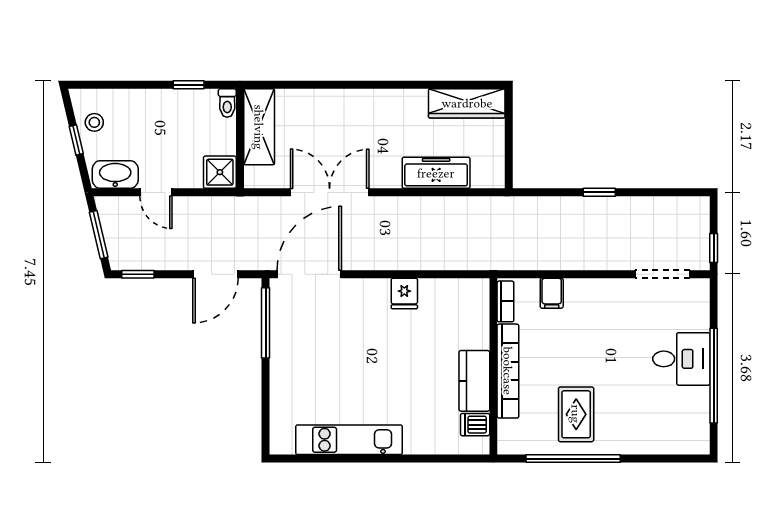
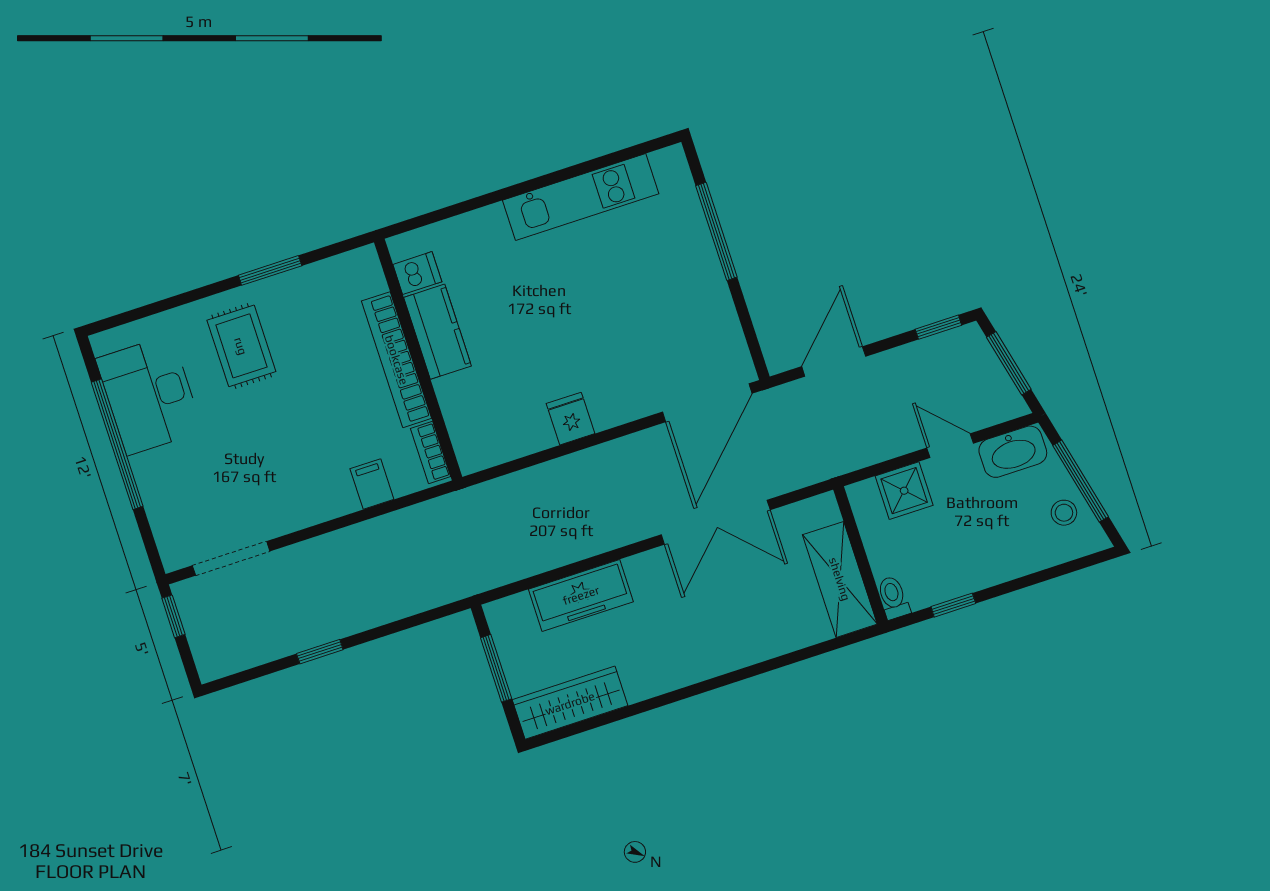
window: (76, 140) -> (1081, 481), width x2.17
window: (509, 143) -> (496, 668), added
shower: (220, 172) -> (904, 491), moved
window: (599, 192) -> (320, 652), moved
window: (266, 323) -> (716, 231), moved
desk: (681, 359) -> (149, 395), moved, width x1.37
rug: (576, 414) -> (241, 346), moved
window: (573, 459) -> (270, 270), width x0.47

